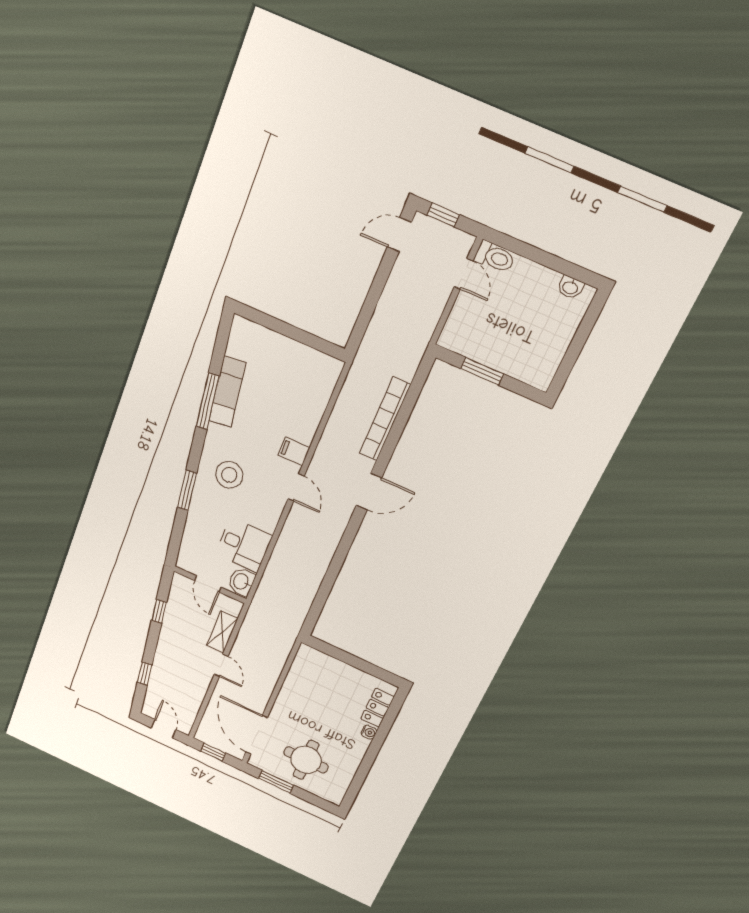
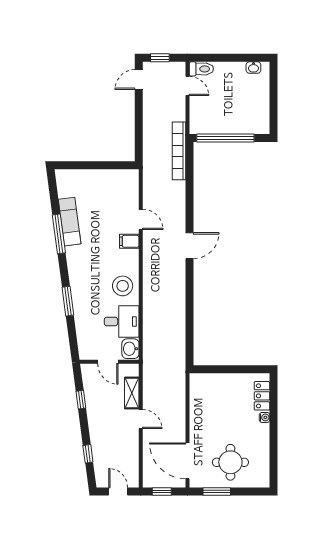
window: (482, 371) -> (225, 138), width x2.11
bookcase: (385, 419) -> (179, 151), moved
stool: (229, 475) -> (123, 286), moved
door: (296, 487) -> (141, 219), moved

